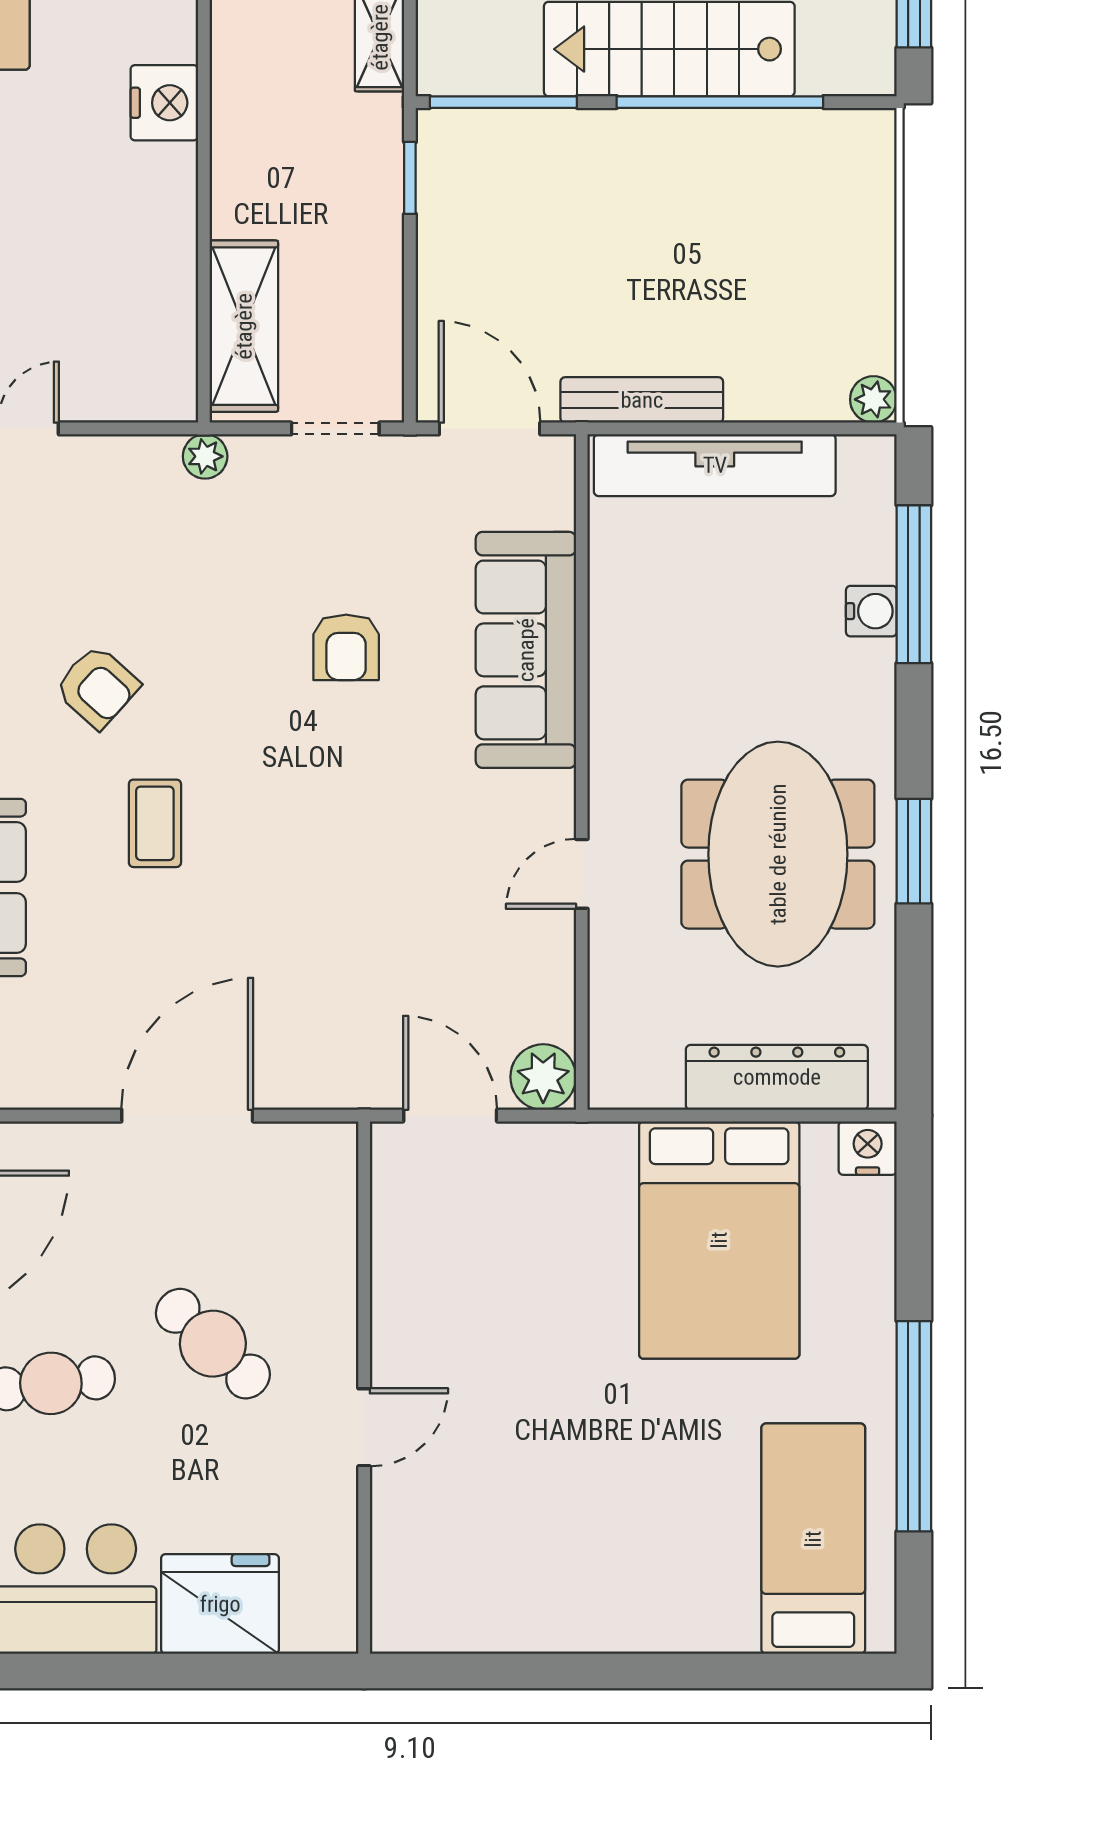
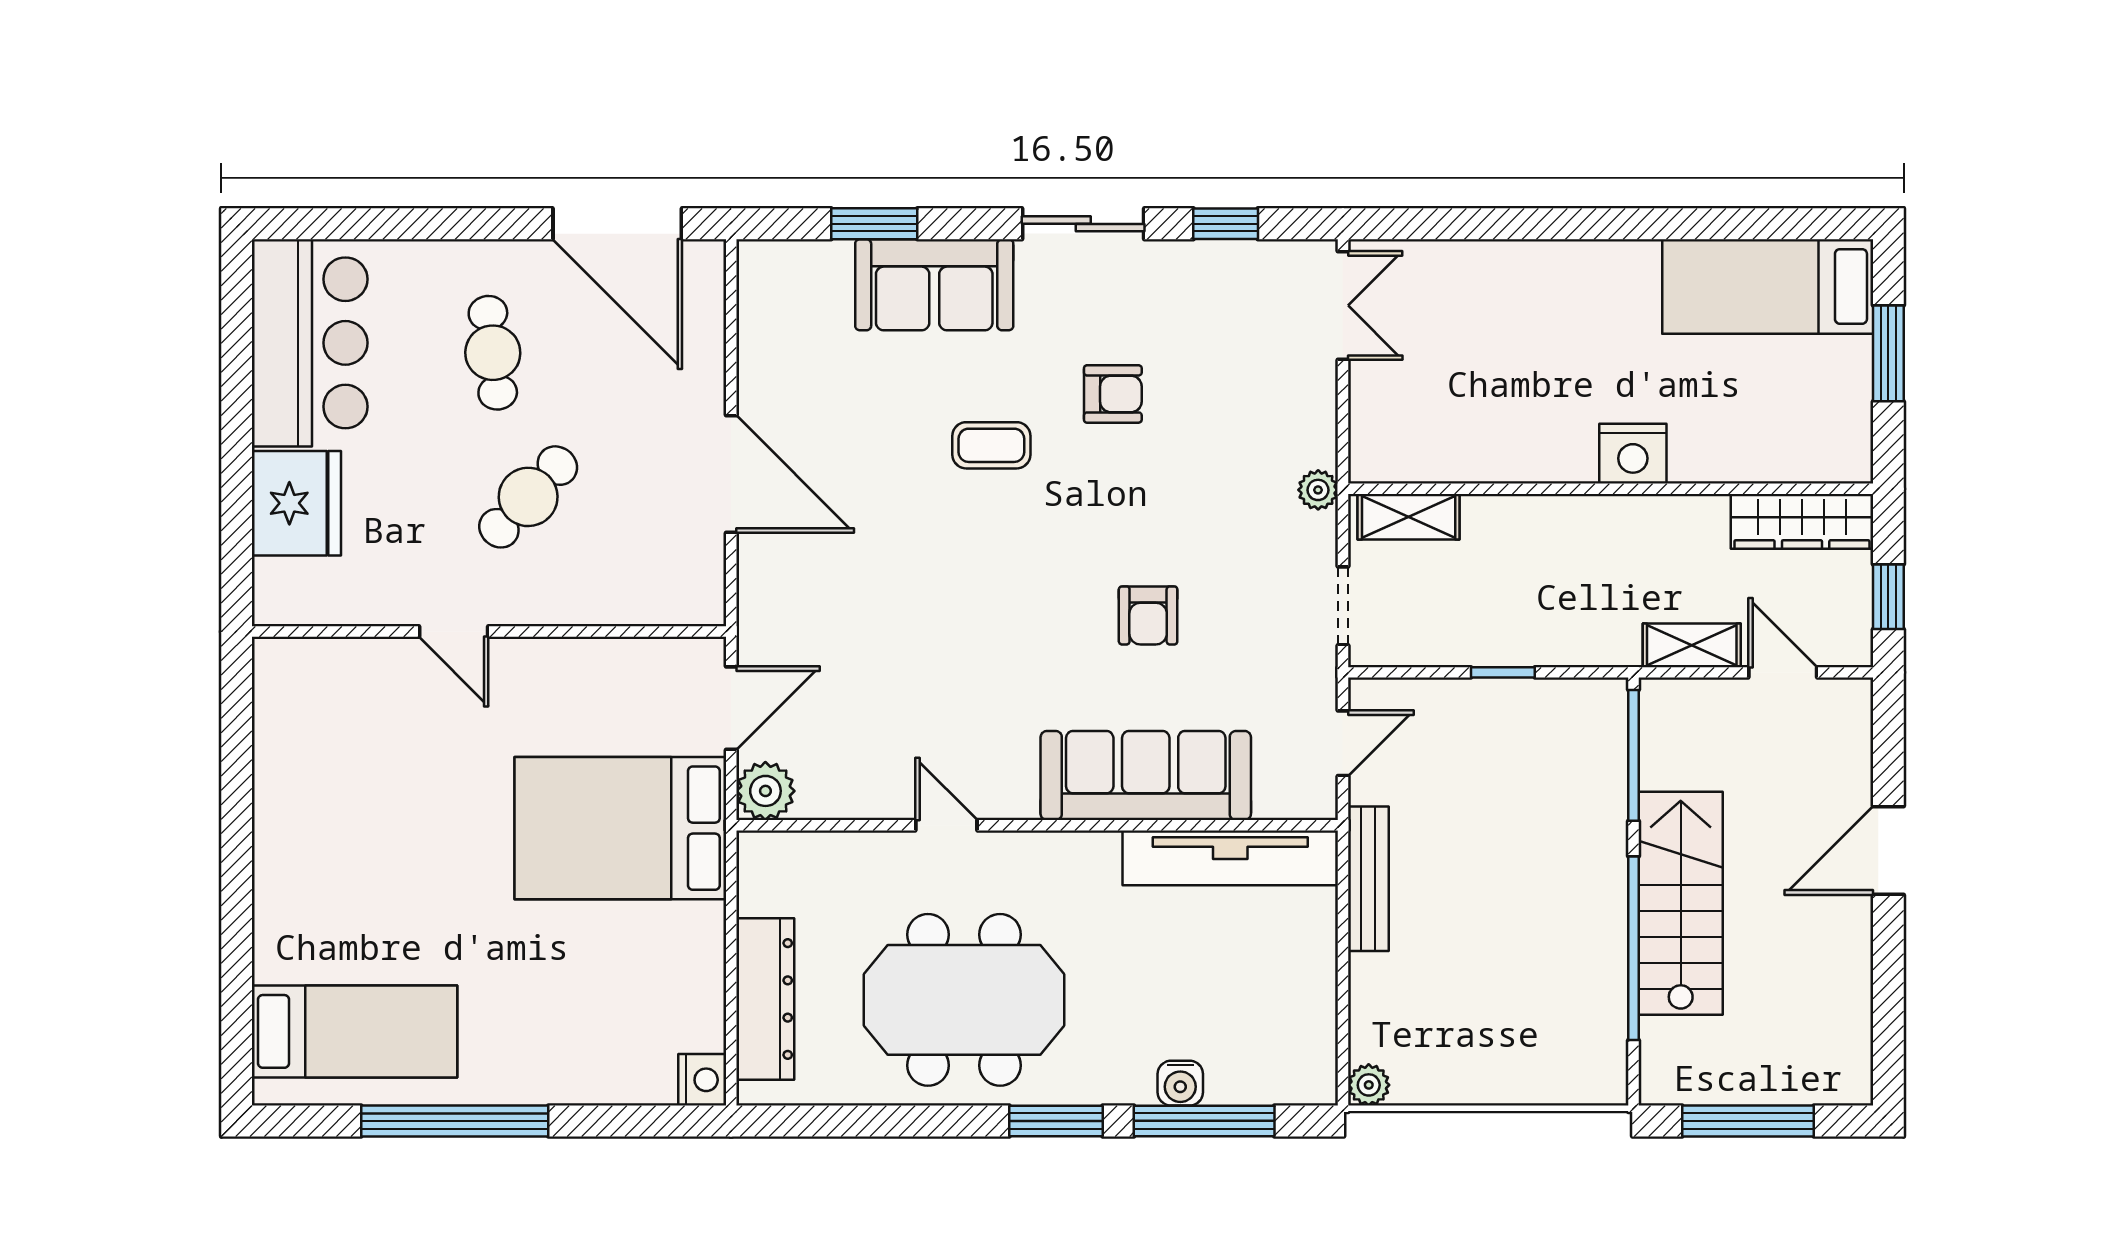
window: (410, 178) -> (1503, 672), moved
shelving: (244, 326) -> (1409, 517), width x0.67, depth x0.75
door: (490, 428) -> (1343, 743), width x0.73
tv unit: (715, 465) -> (1230, 858), moved, turned -90
armchair: (346, 647) -> (1148, 615), turned -90
armchair: (97, 687) -> (1113, 394), turned -132
window: (914, 851) -> (1056, 1121), moved
bed: (719, 1240) -> (620, 828), moved

